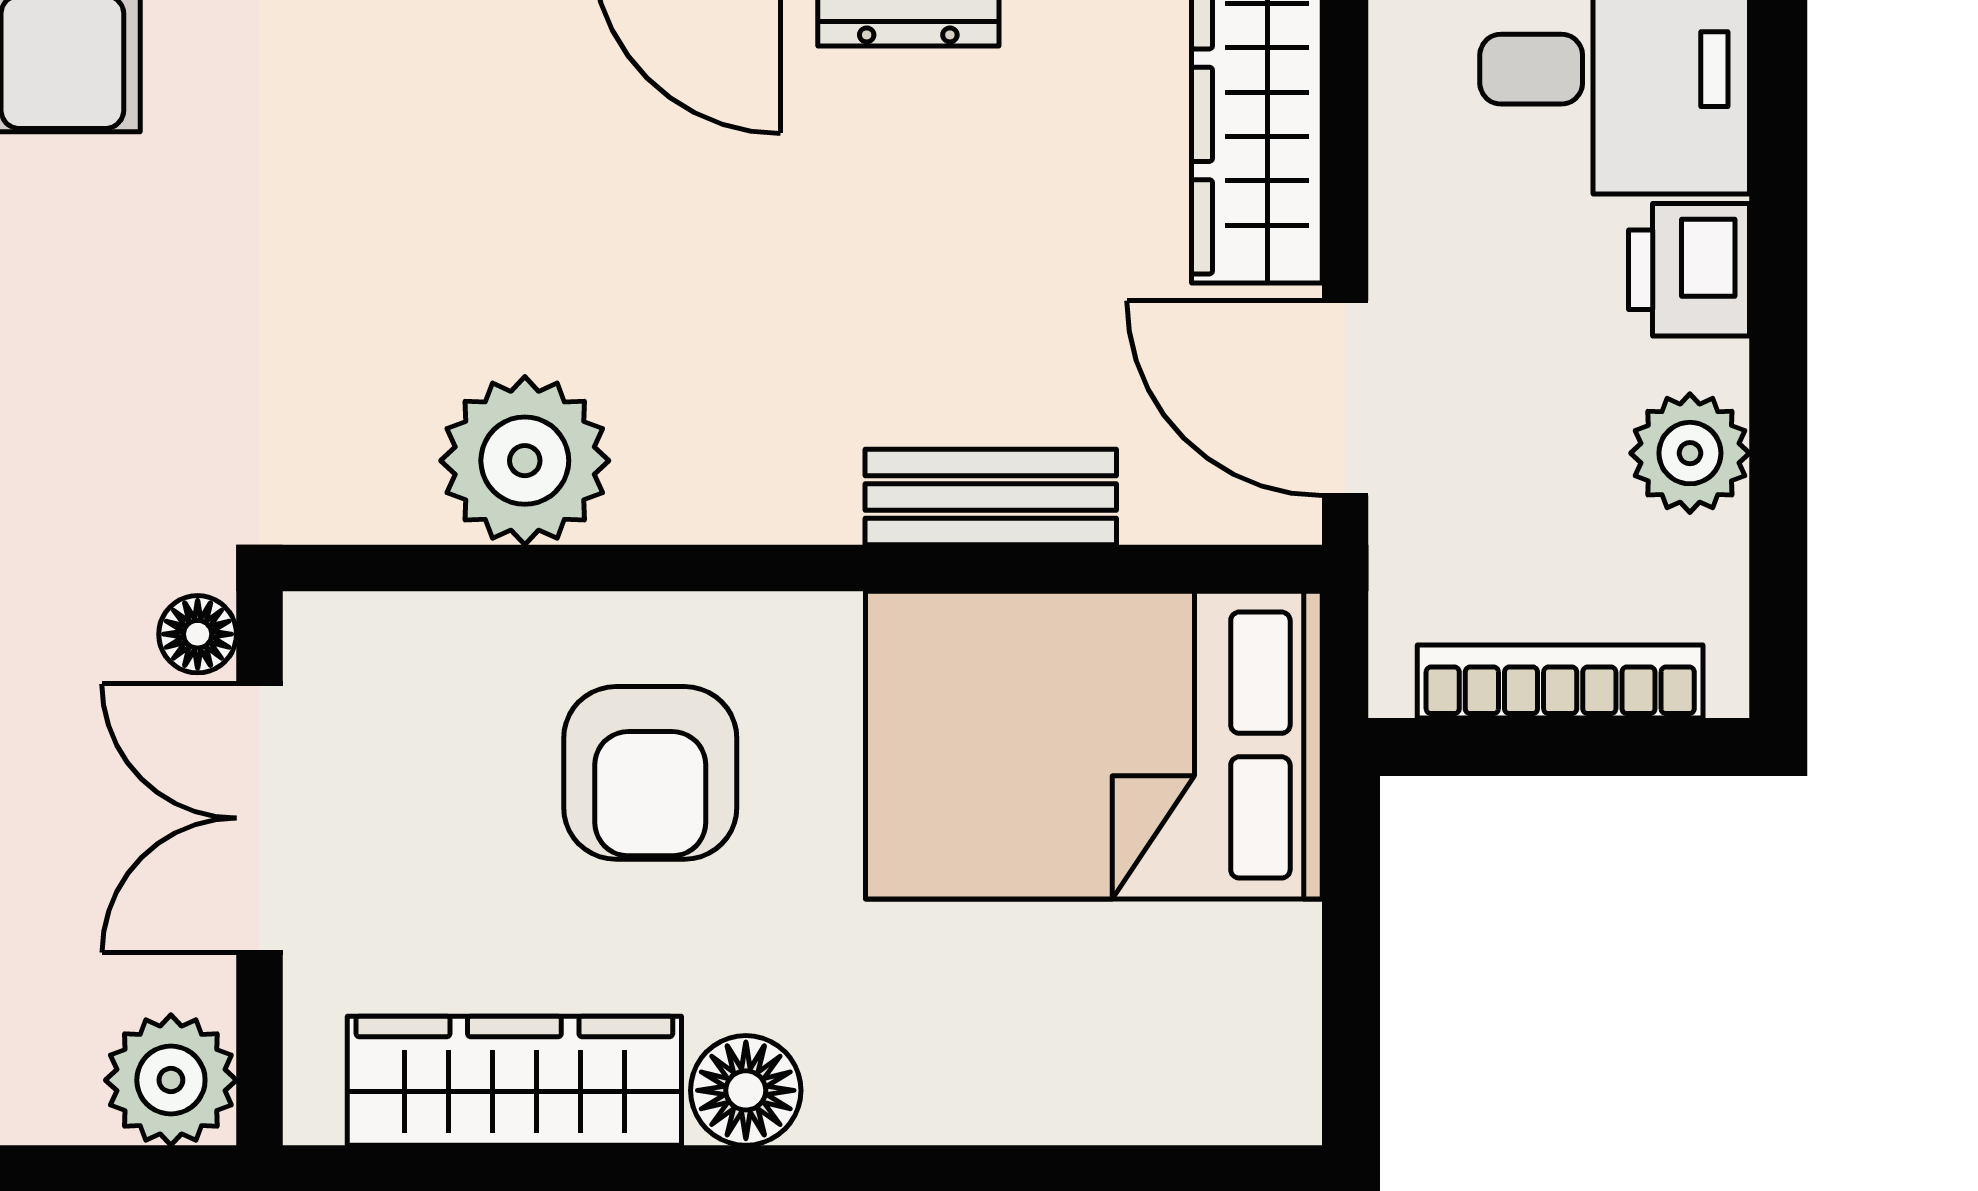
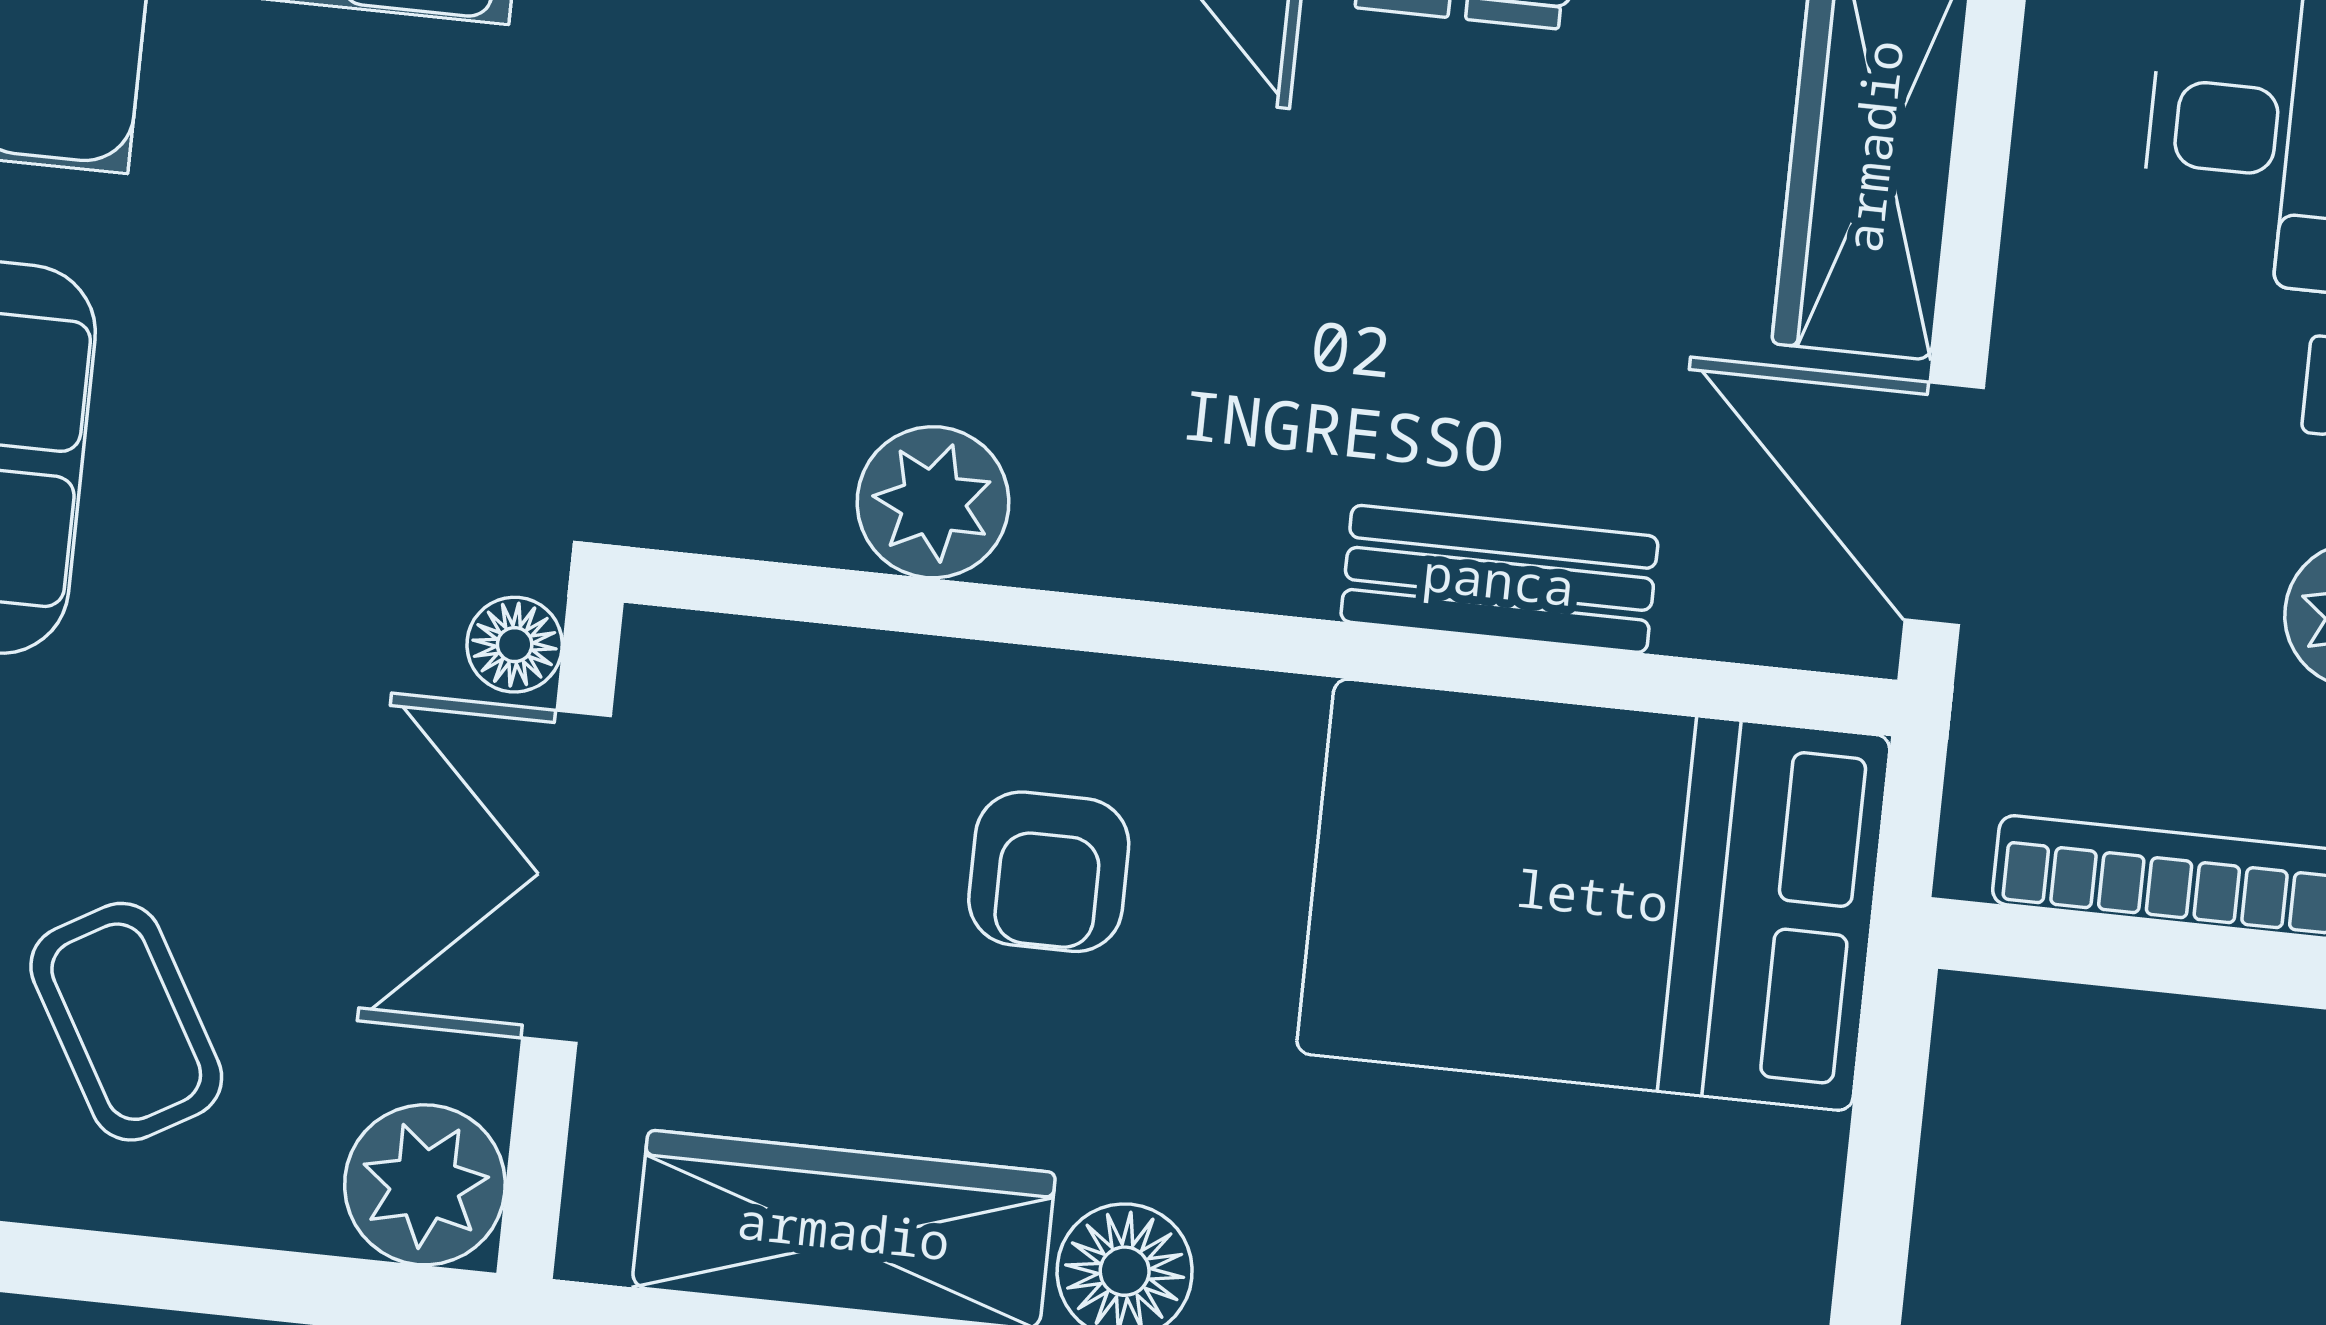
plant: (525, 461) -> (933, 502), width x0.73, depth x0.73
armchair: (650, 773) -> (1049, 872), width x0.72, depth x0.72

